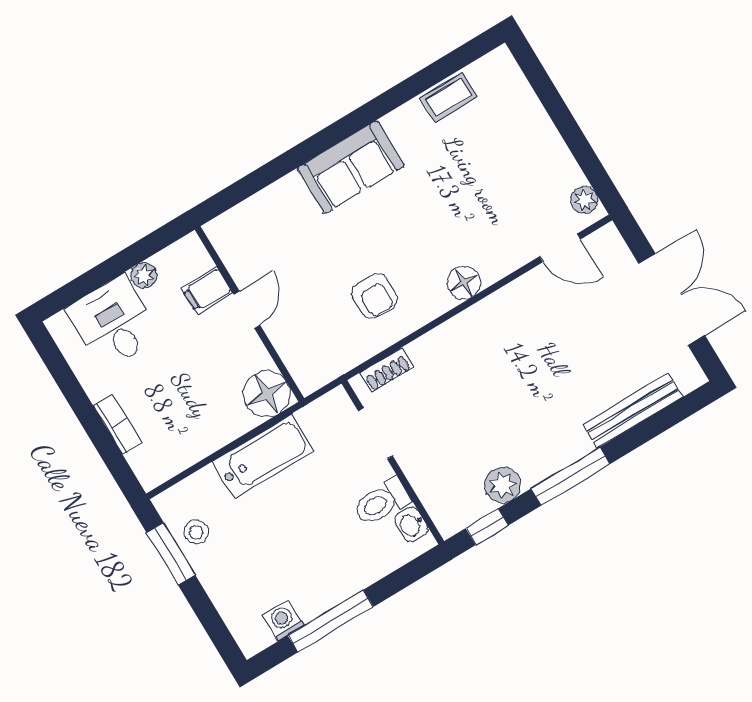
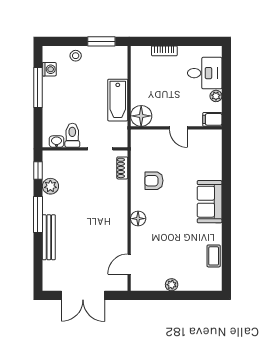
plant: (584, 200) -> (172, 285), moved
filing cabinet: (207, 290) -> (212, 119), moved, turned -90
bench: (633, 411) -> (49, 237), moved
stool: (196, 532) -> (76, 56), moved

